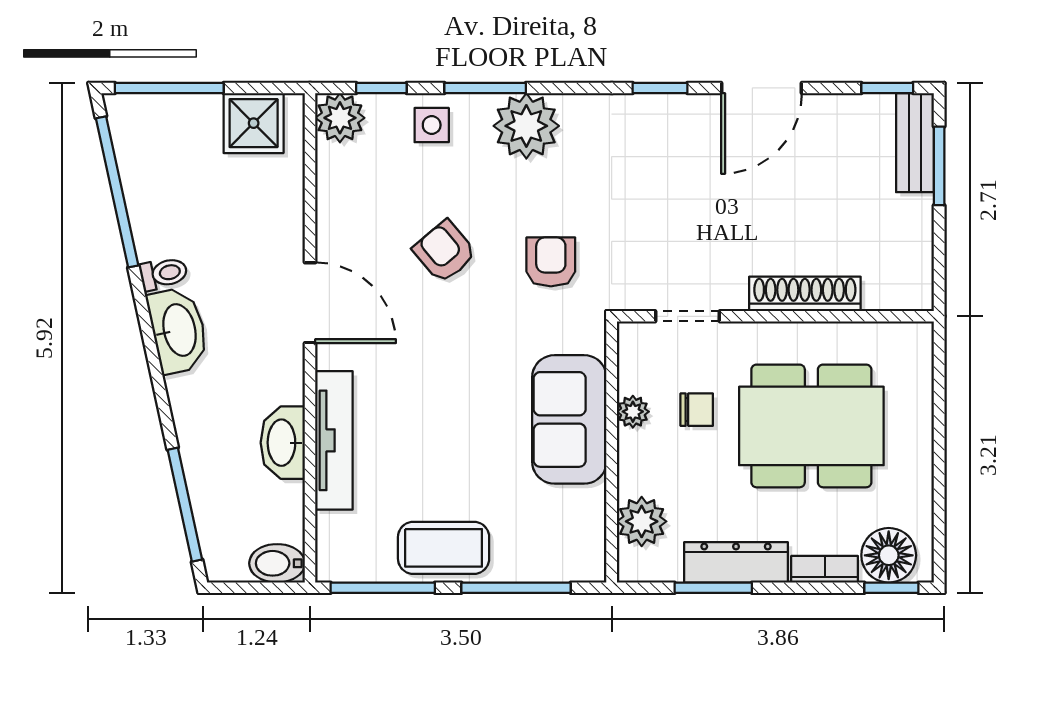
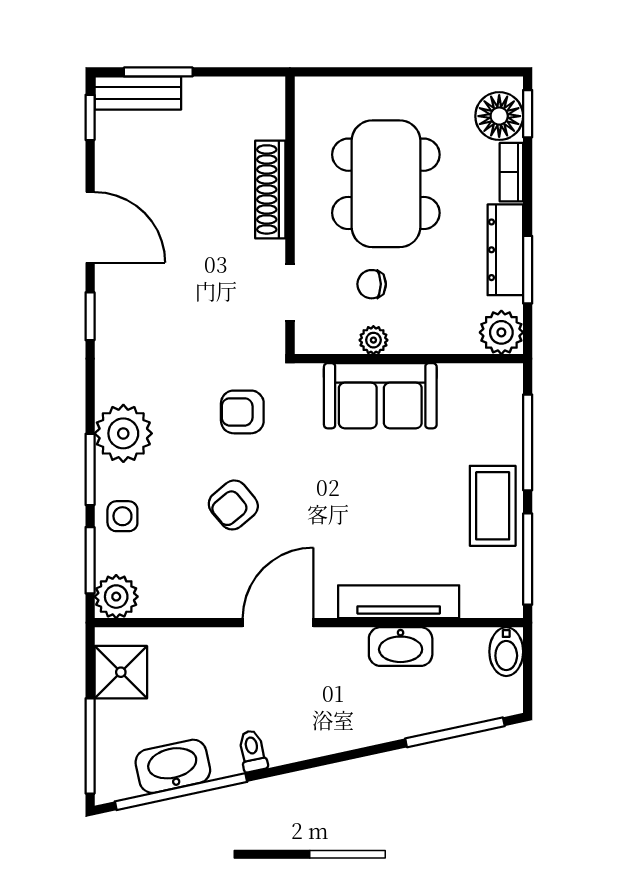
window: (381, 88) -> (90, 560), width x1.50
washbasin: (178, 330) -> (173, 766), moved
chair: (697, 410) -> (372, 284), turned -90
plant: (642, 521) -> (501, 332), moved

